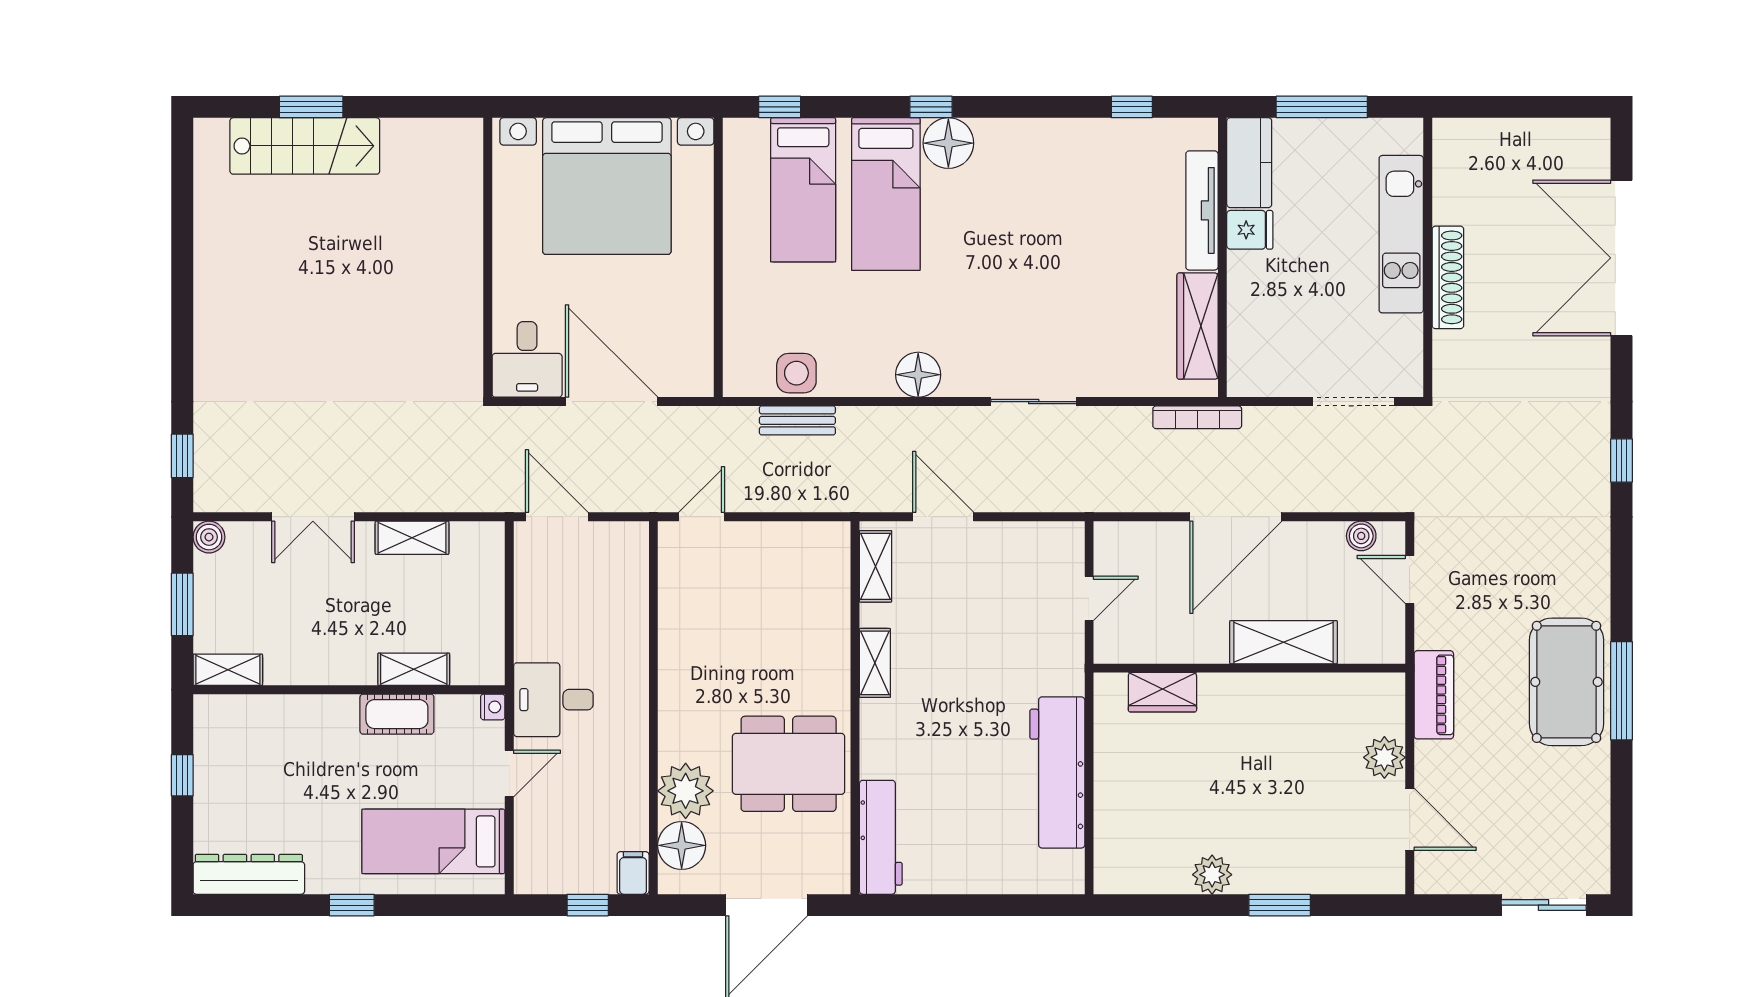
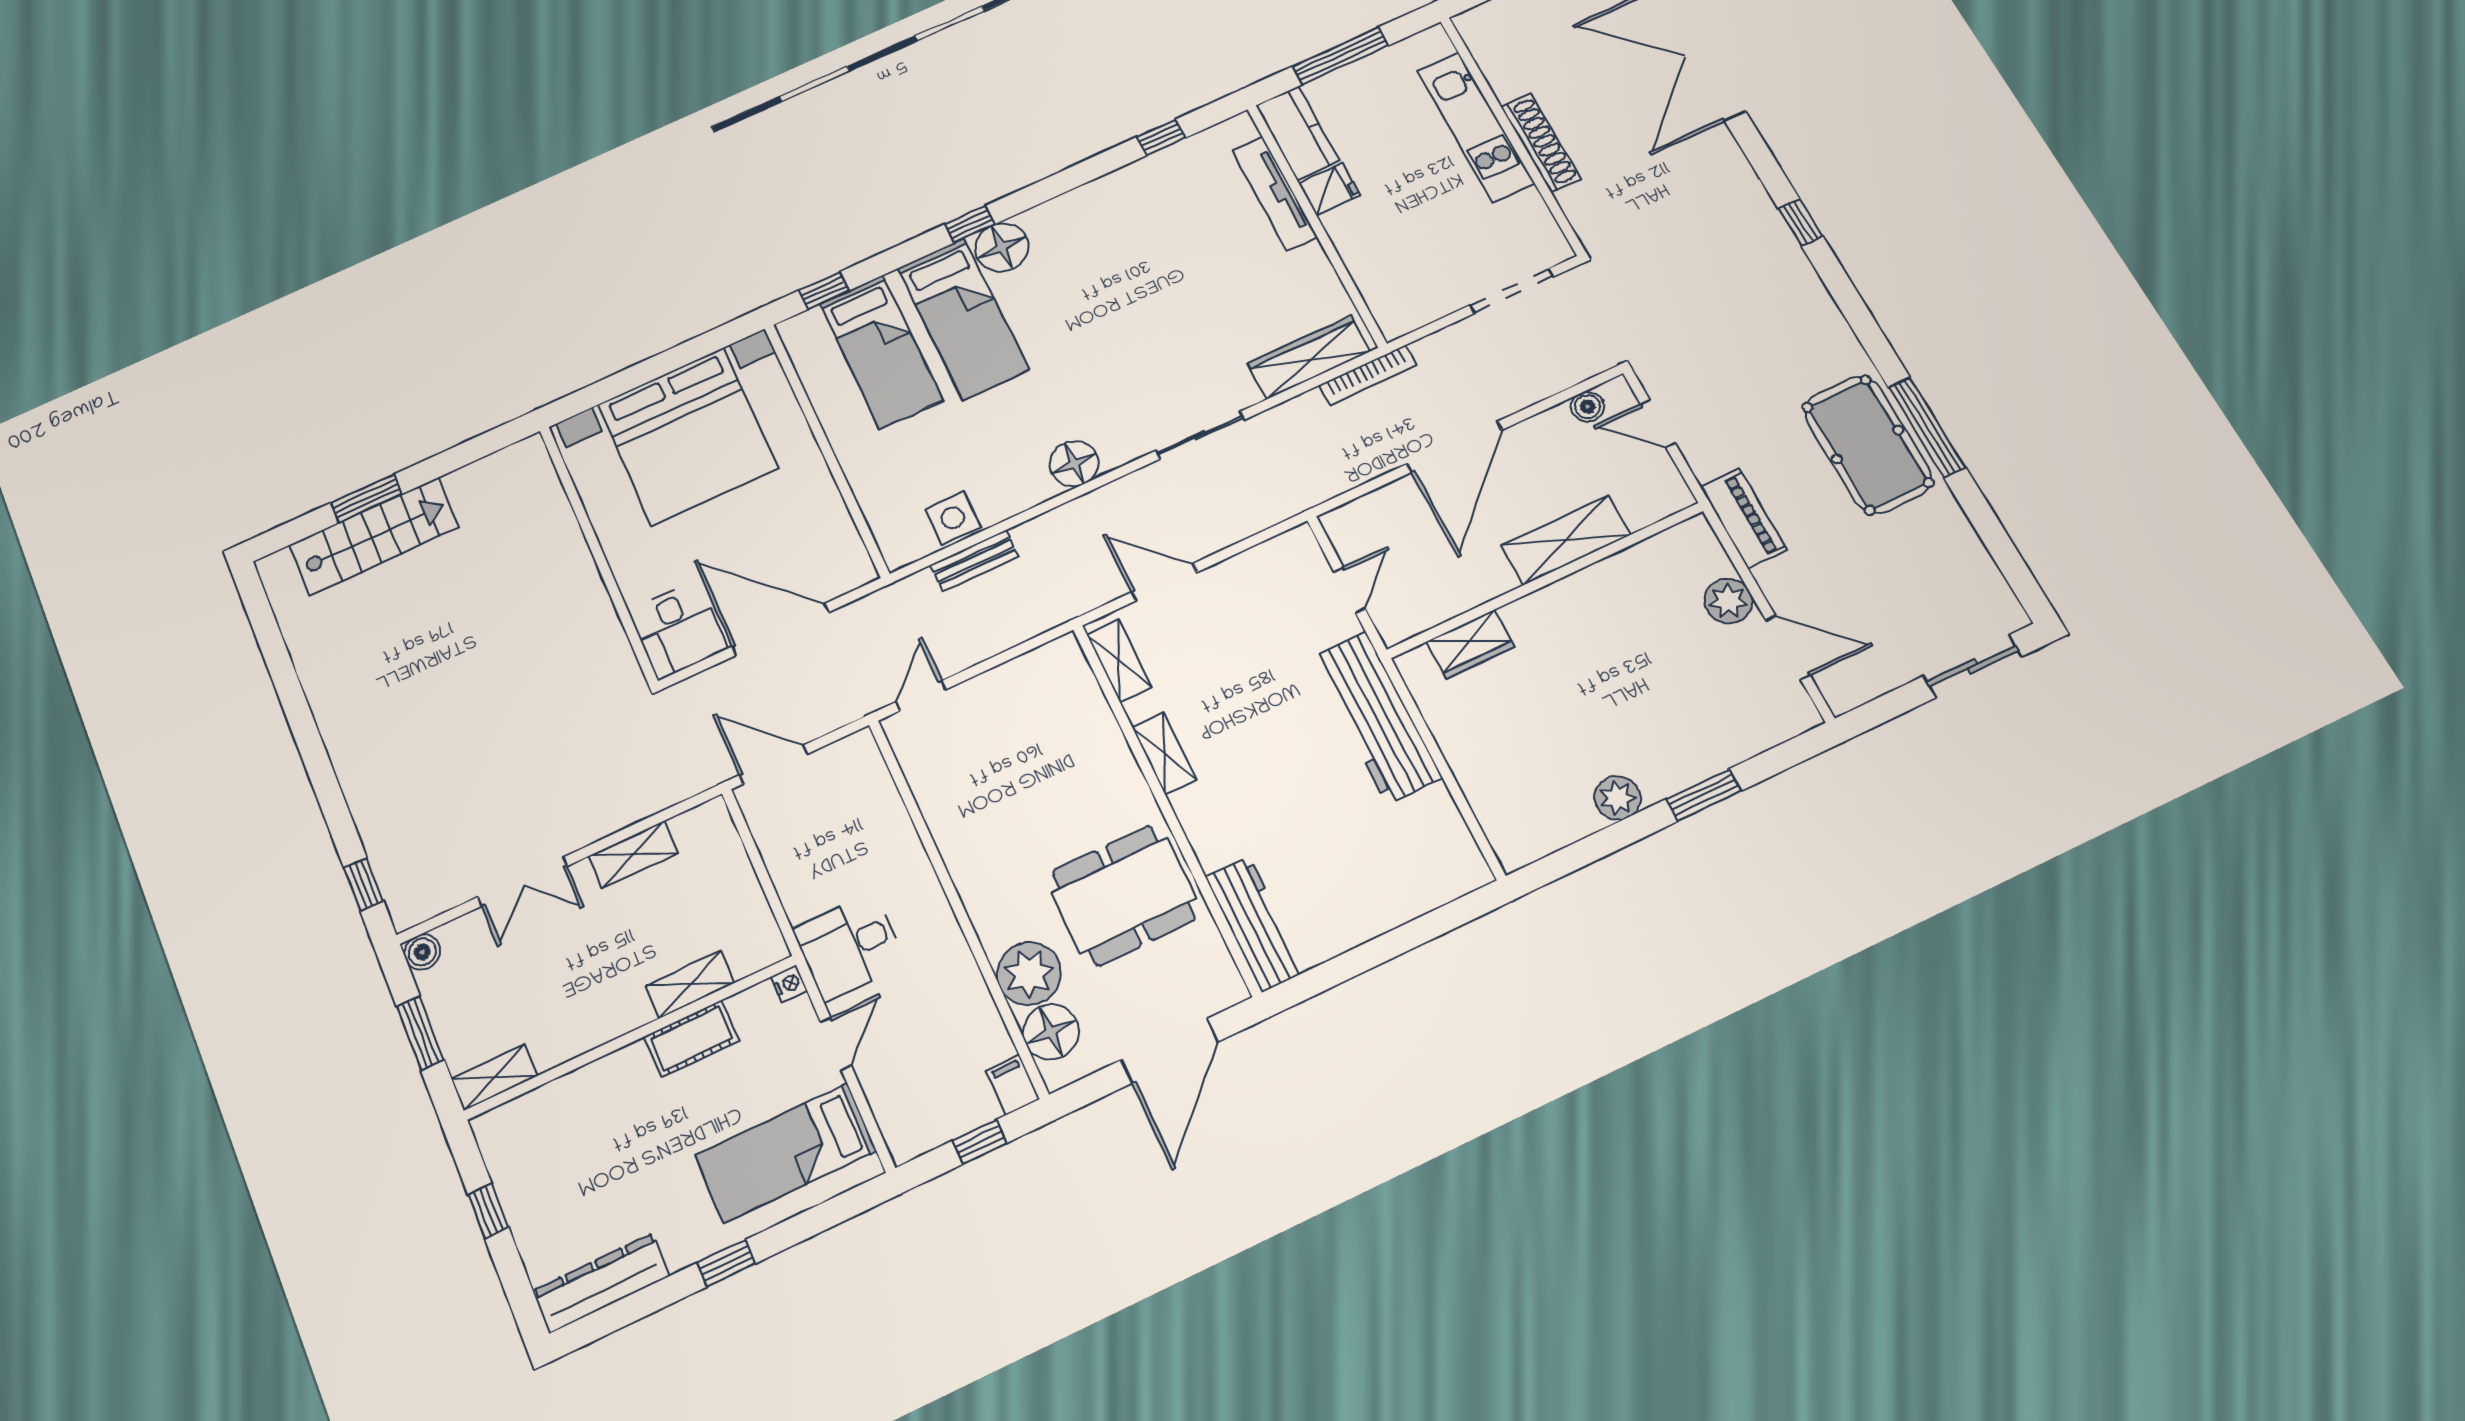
wardrobe: (1198, 326) -> (1309, 357), moved, turned 90
workbench: (1057, 772) -> (1376, 717), moved

